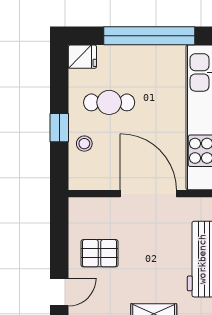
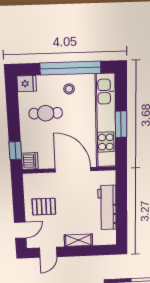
window: (59, 128) -> (15, 151), moved
stool: (84, 144) -> (69, 89), moved
dishwasher: (81, 177) -> (30, 161), added

